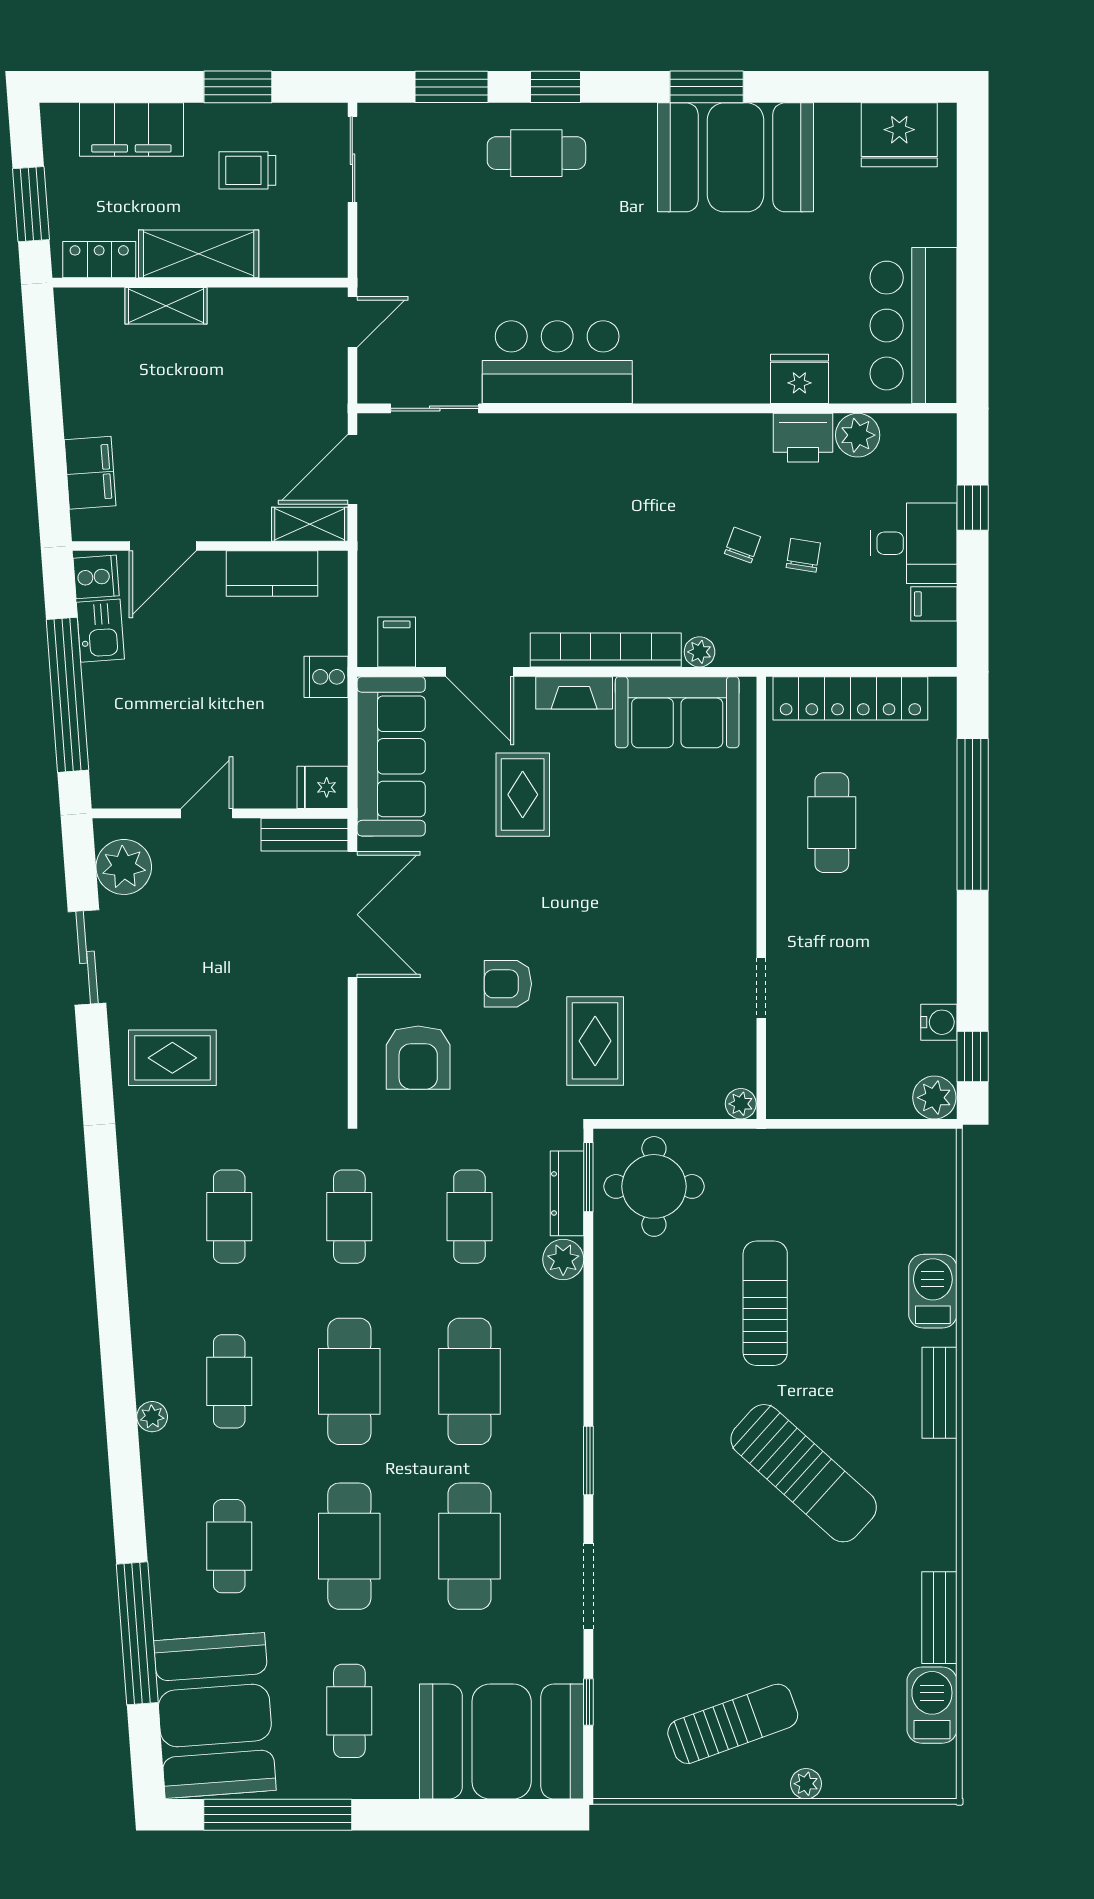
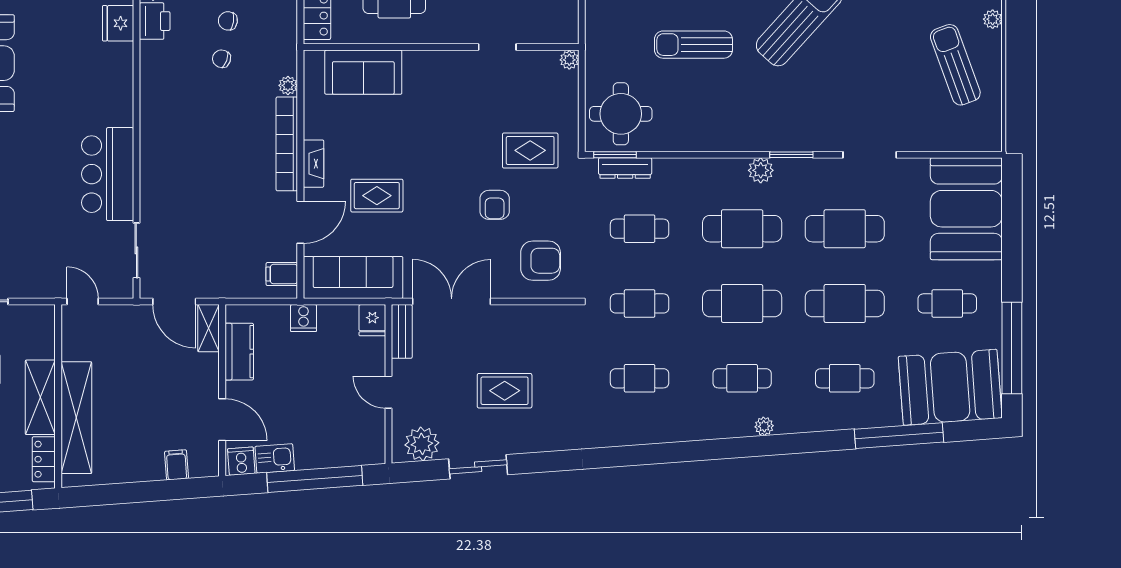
shelving: (166, 306) -> (76, 418), width x2.20, depth x1.33
filing cabinet: (90, 473) -> (176, 465), width x0.50
sofa: (677, 712) -> (363, 72), moved, turned 90
rug: (172, 1058) -> (505, 391), moved, turned 90
plant: (563, 1259) -> (761, 170), moved
window: (588, 1702) -> (942, 155), removed

